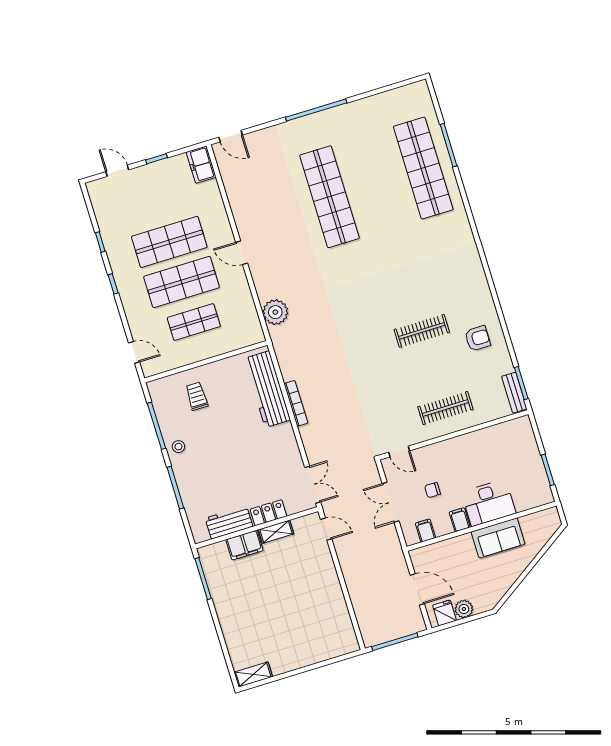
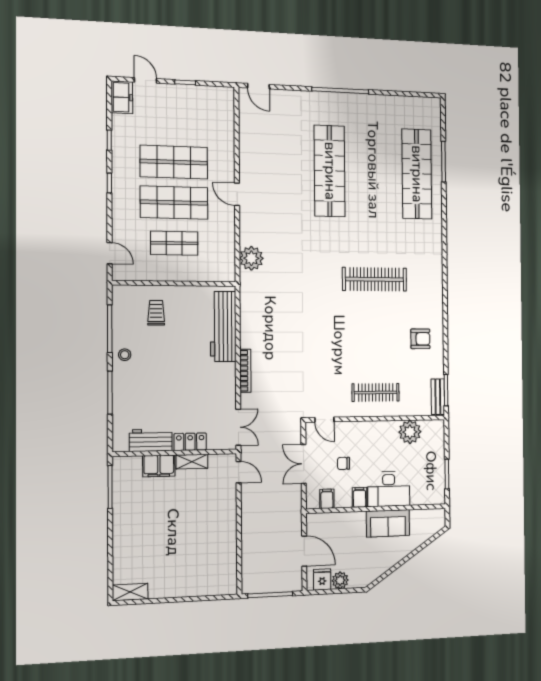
freezer: (201, 165) -> (122, 97), moved, turned 180
clothes rail: (422, 331) -> (375, 279), moved, width x1.37, depth x1.31
bookcase: (296, 403) -> (245, 371), moved
plant: (494, 438) -> (410, 432), added

